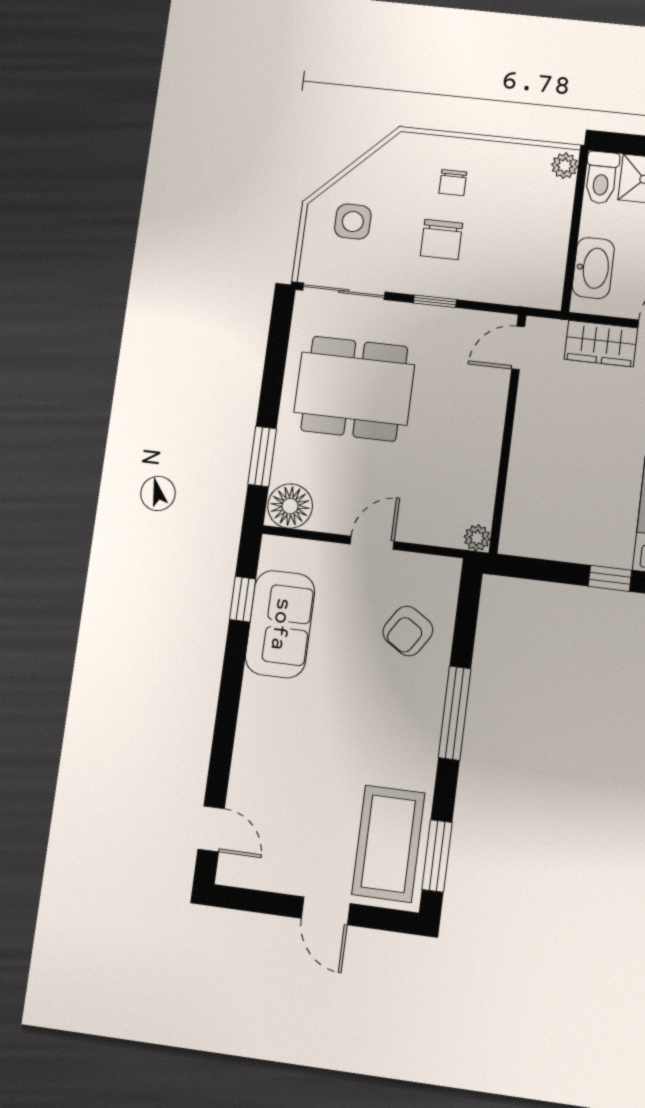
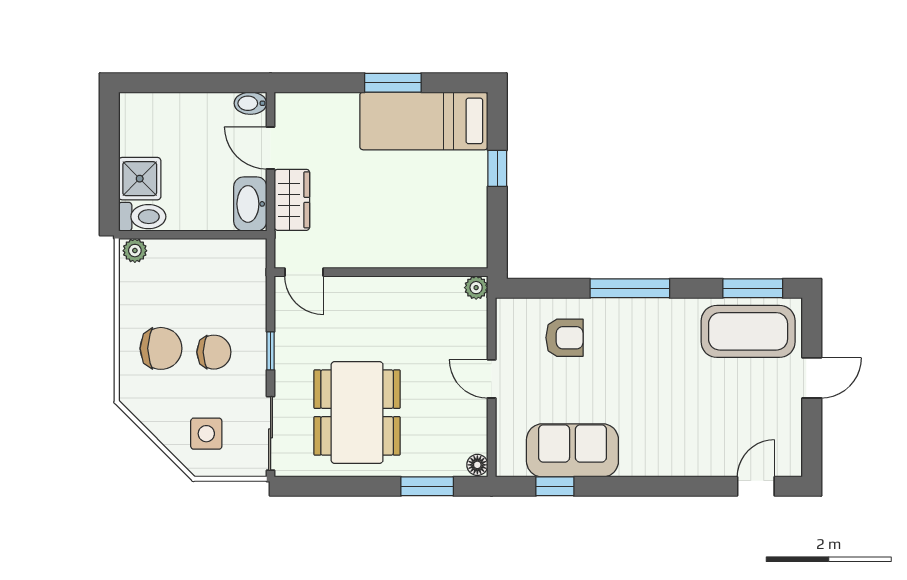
chair: (453, 183) -> (161, 348), width x1.87, depth x1.87
washbasin: (593, 268) -> (250, 204), moved, turned -90
floor lamp: (290, 506) -> (477, 465), width x0.53, depth x0.53
armchair: (408, 631) -> (564, 338), turned -33

